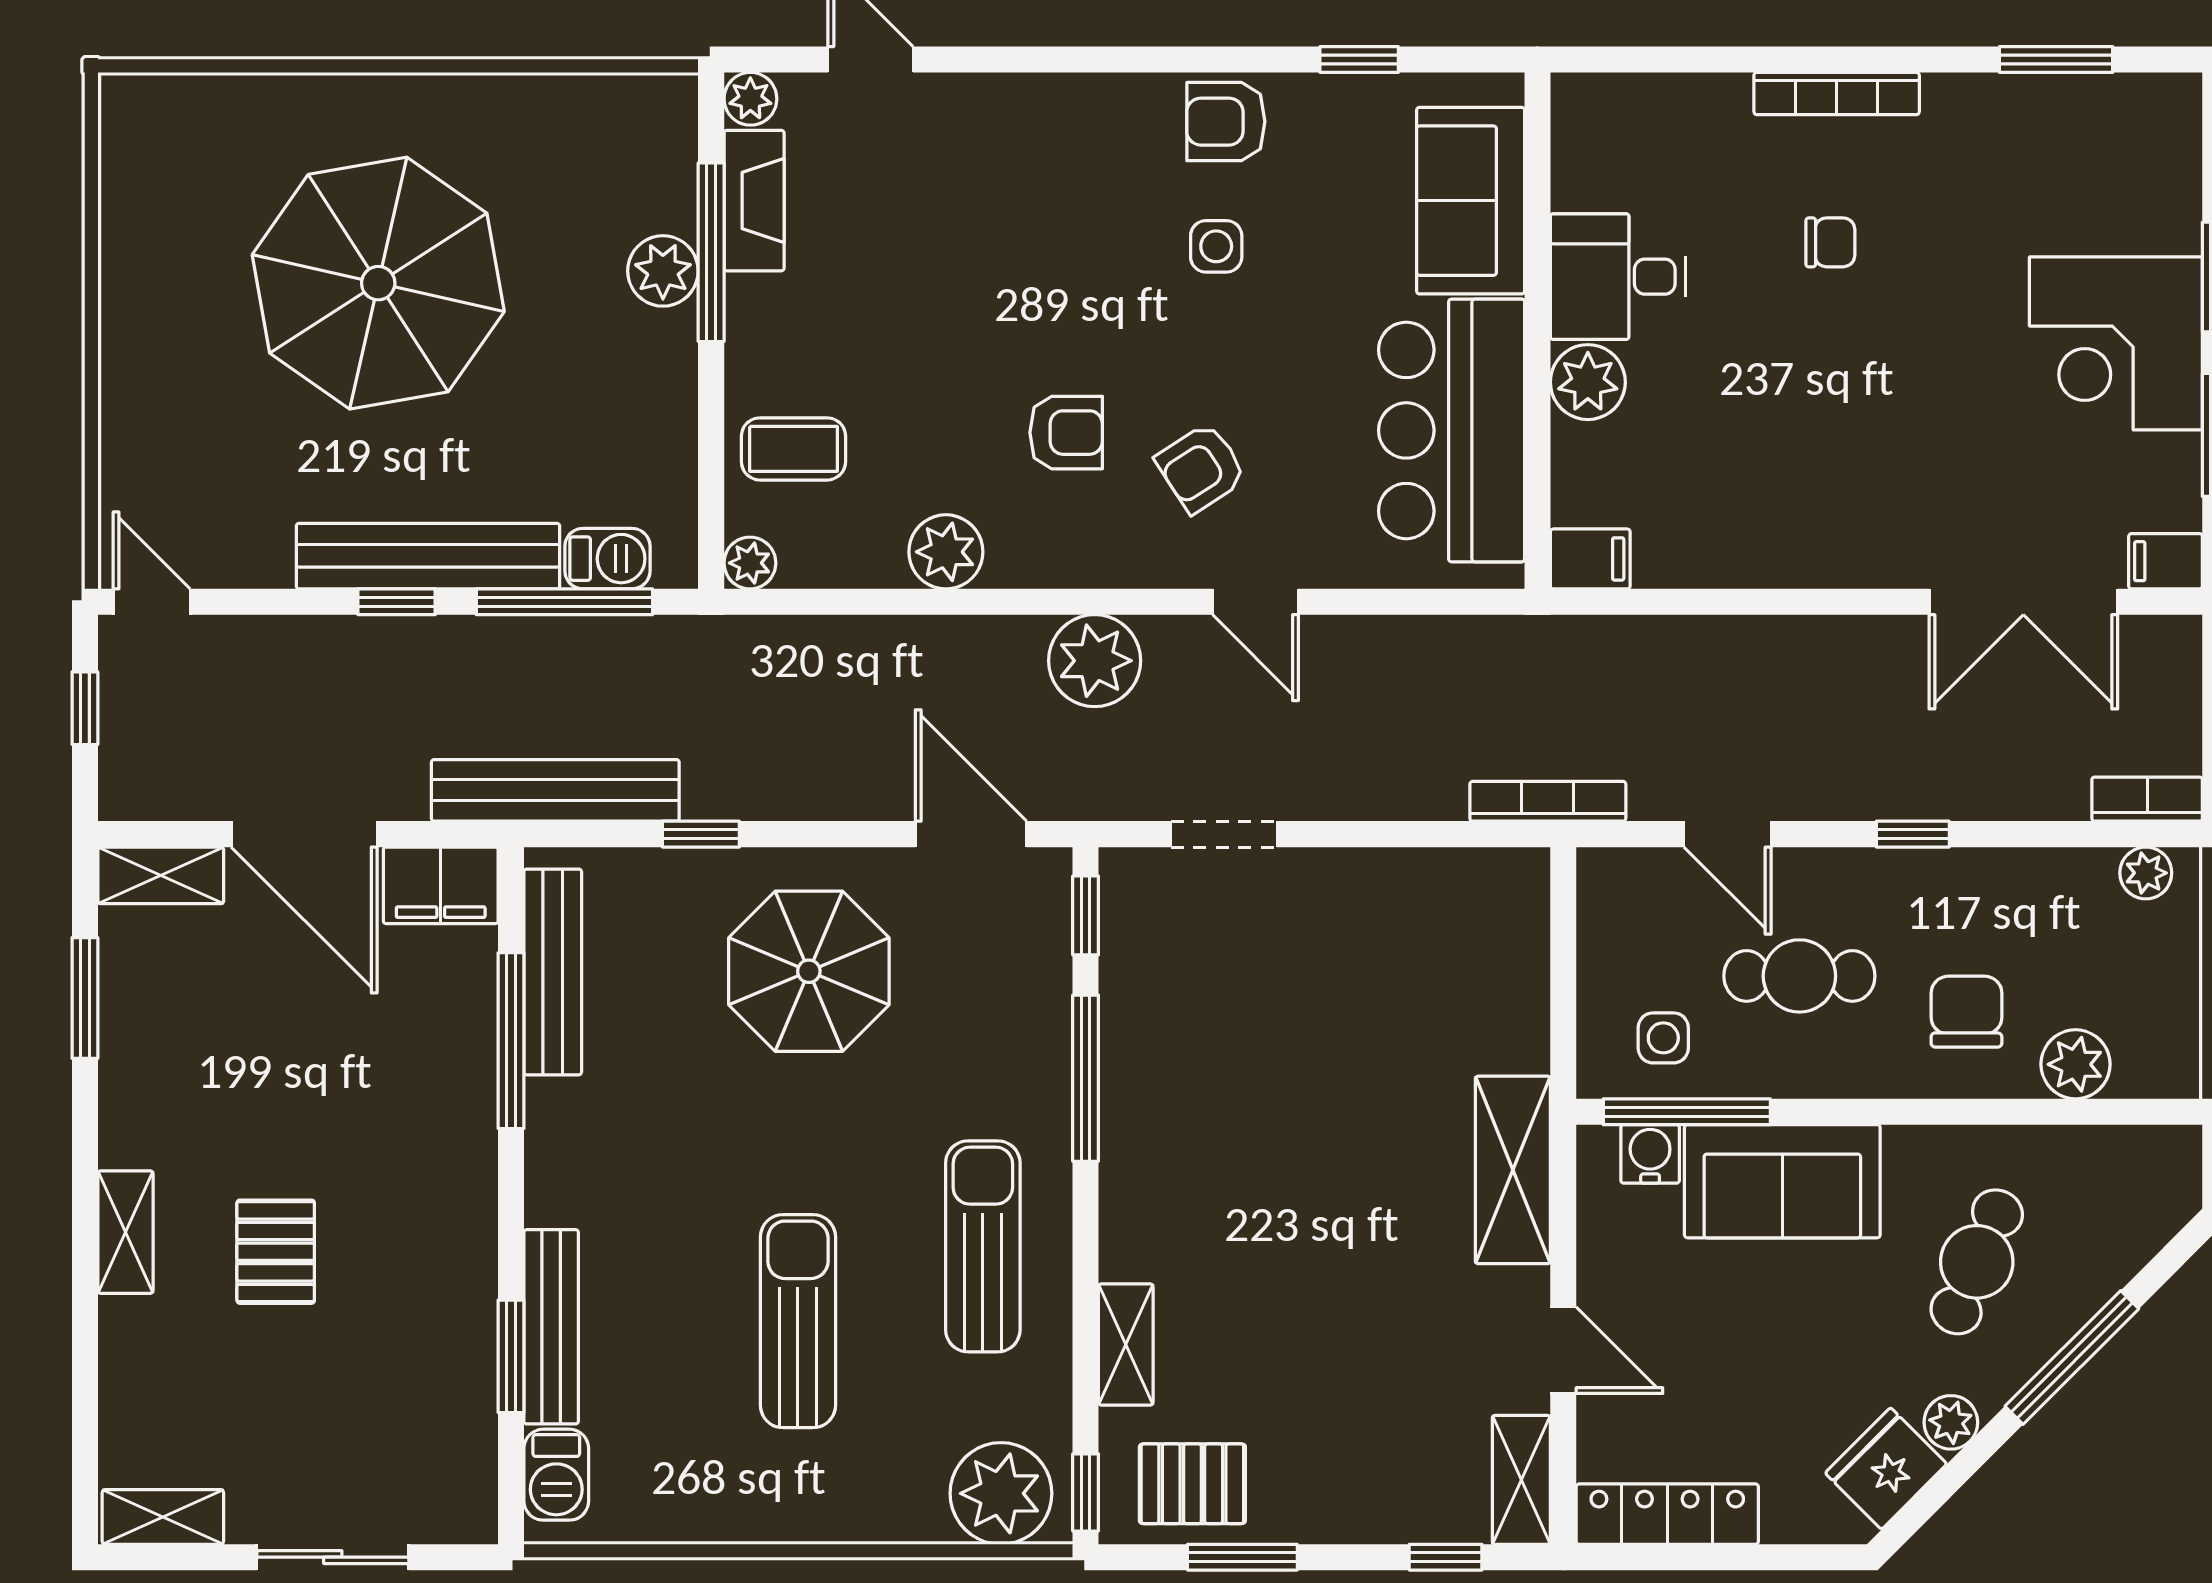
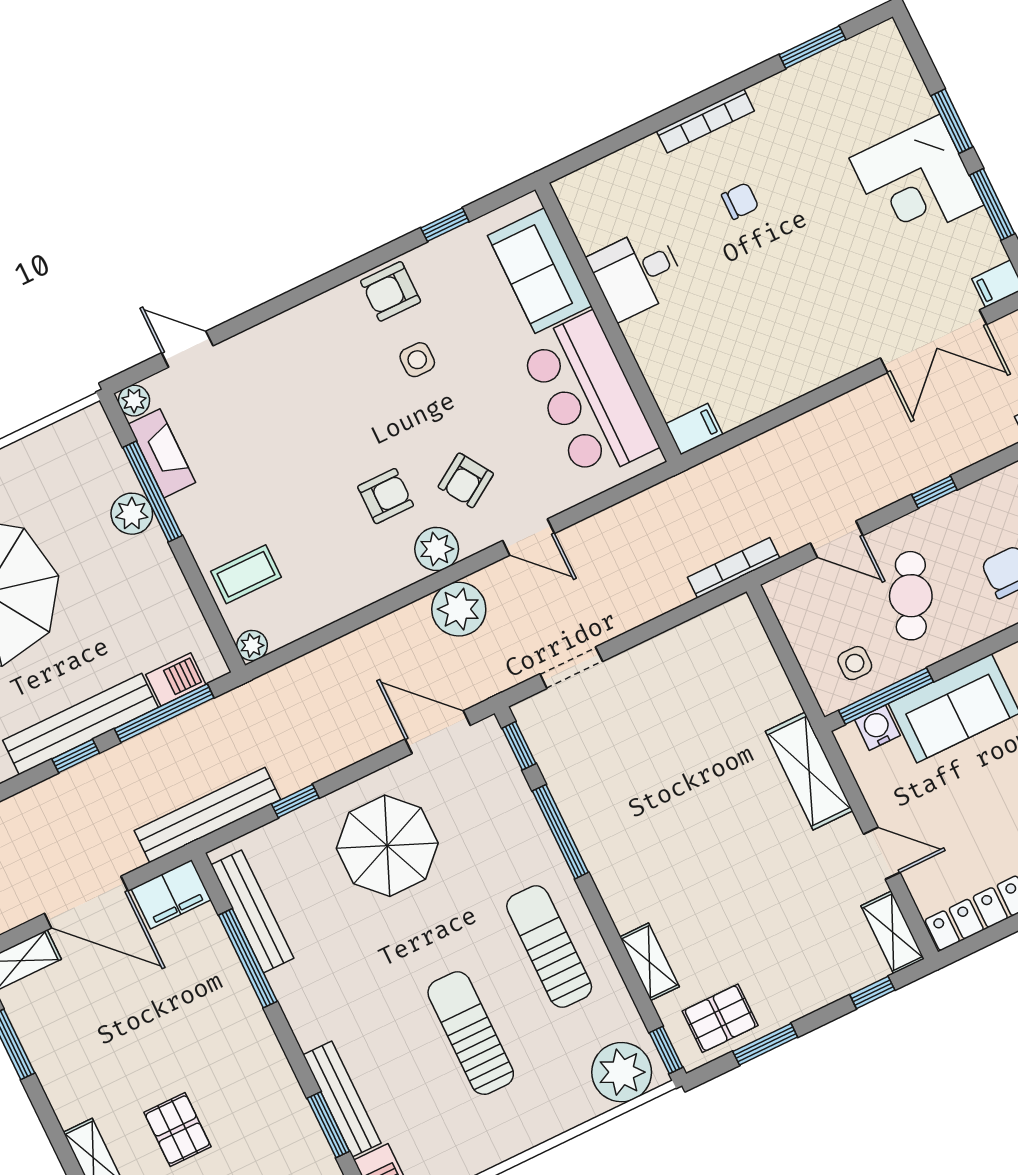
plant: (1588, 382) -> (648, 337), removed
plant: (946, 552) -> (437, 549), moved
cafe table: (1799, 976) -> (911, 596), turned -65

